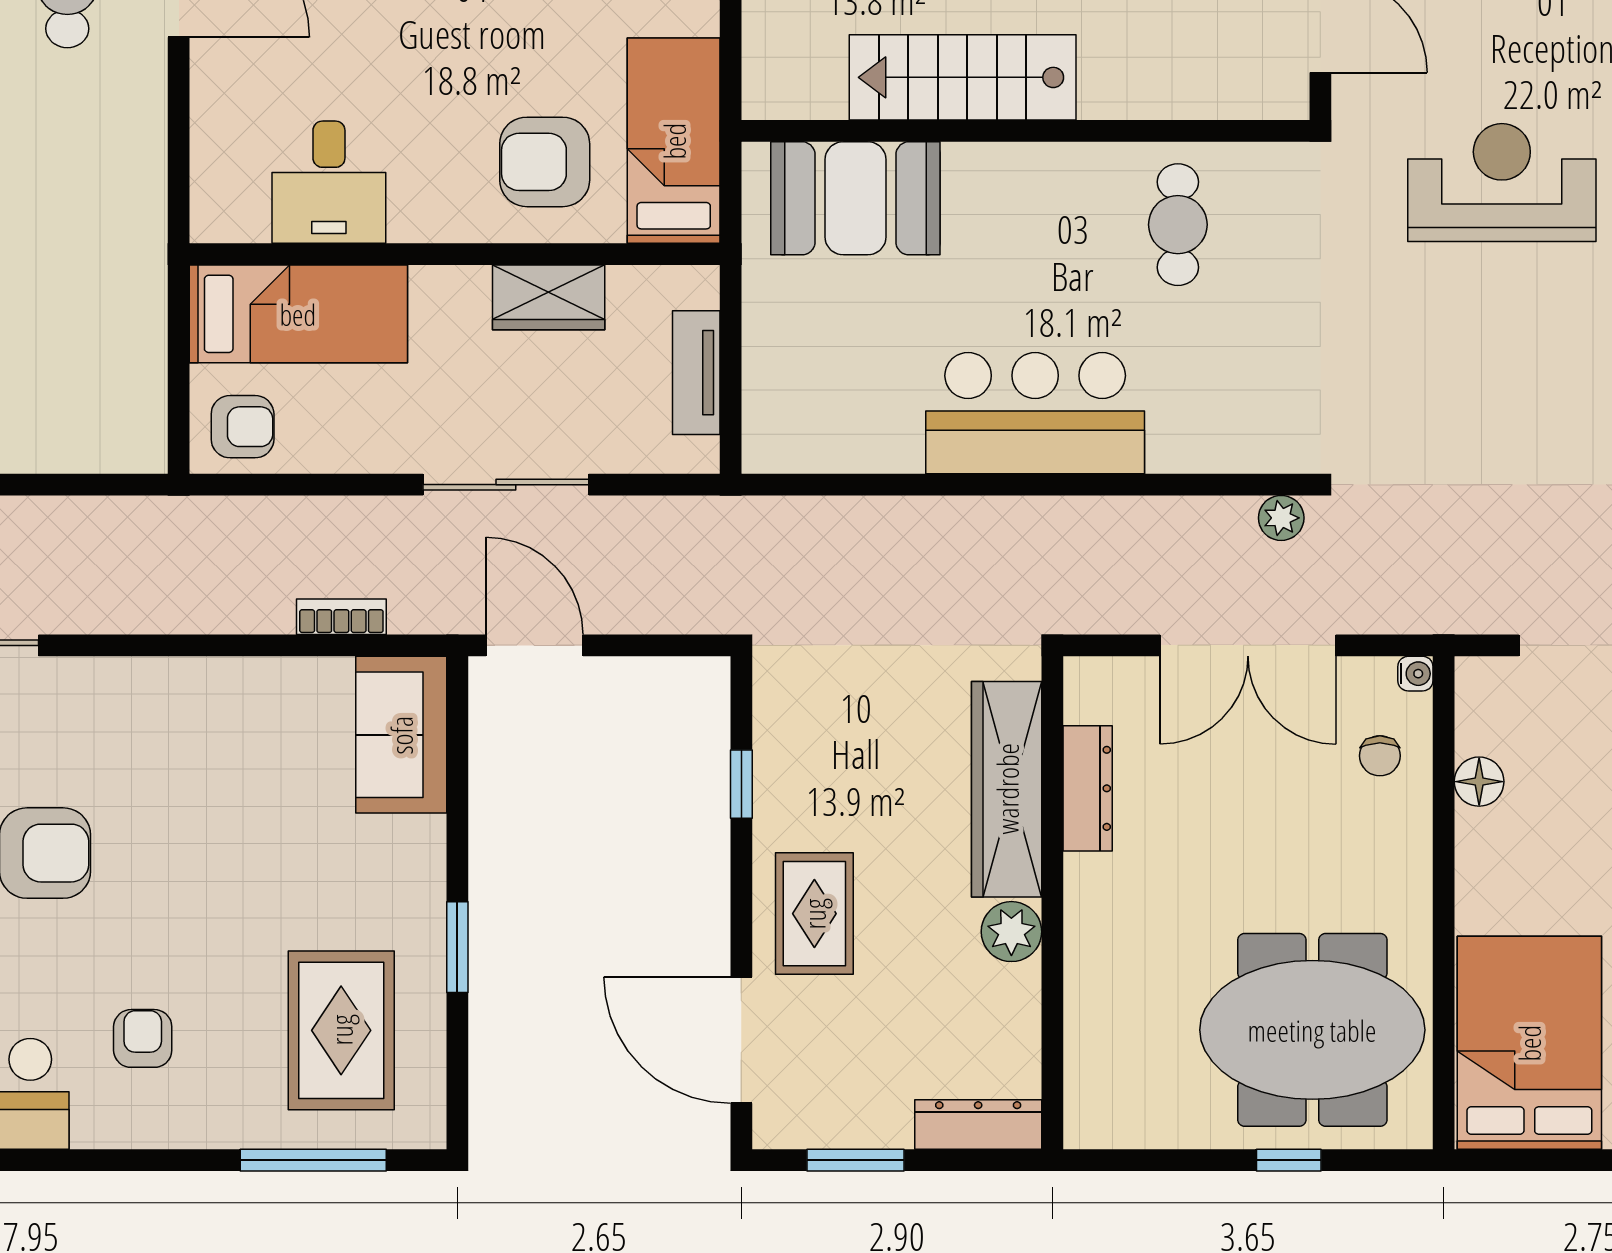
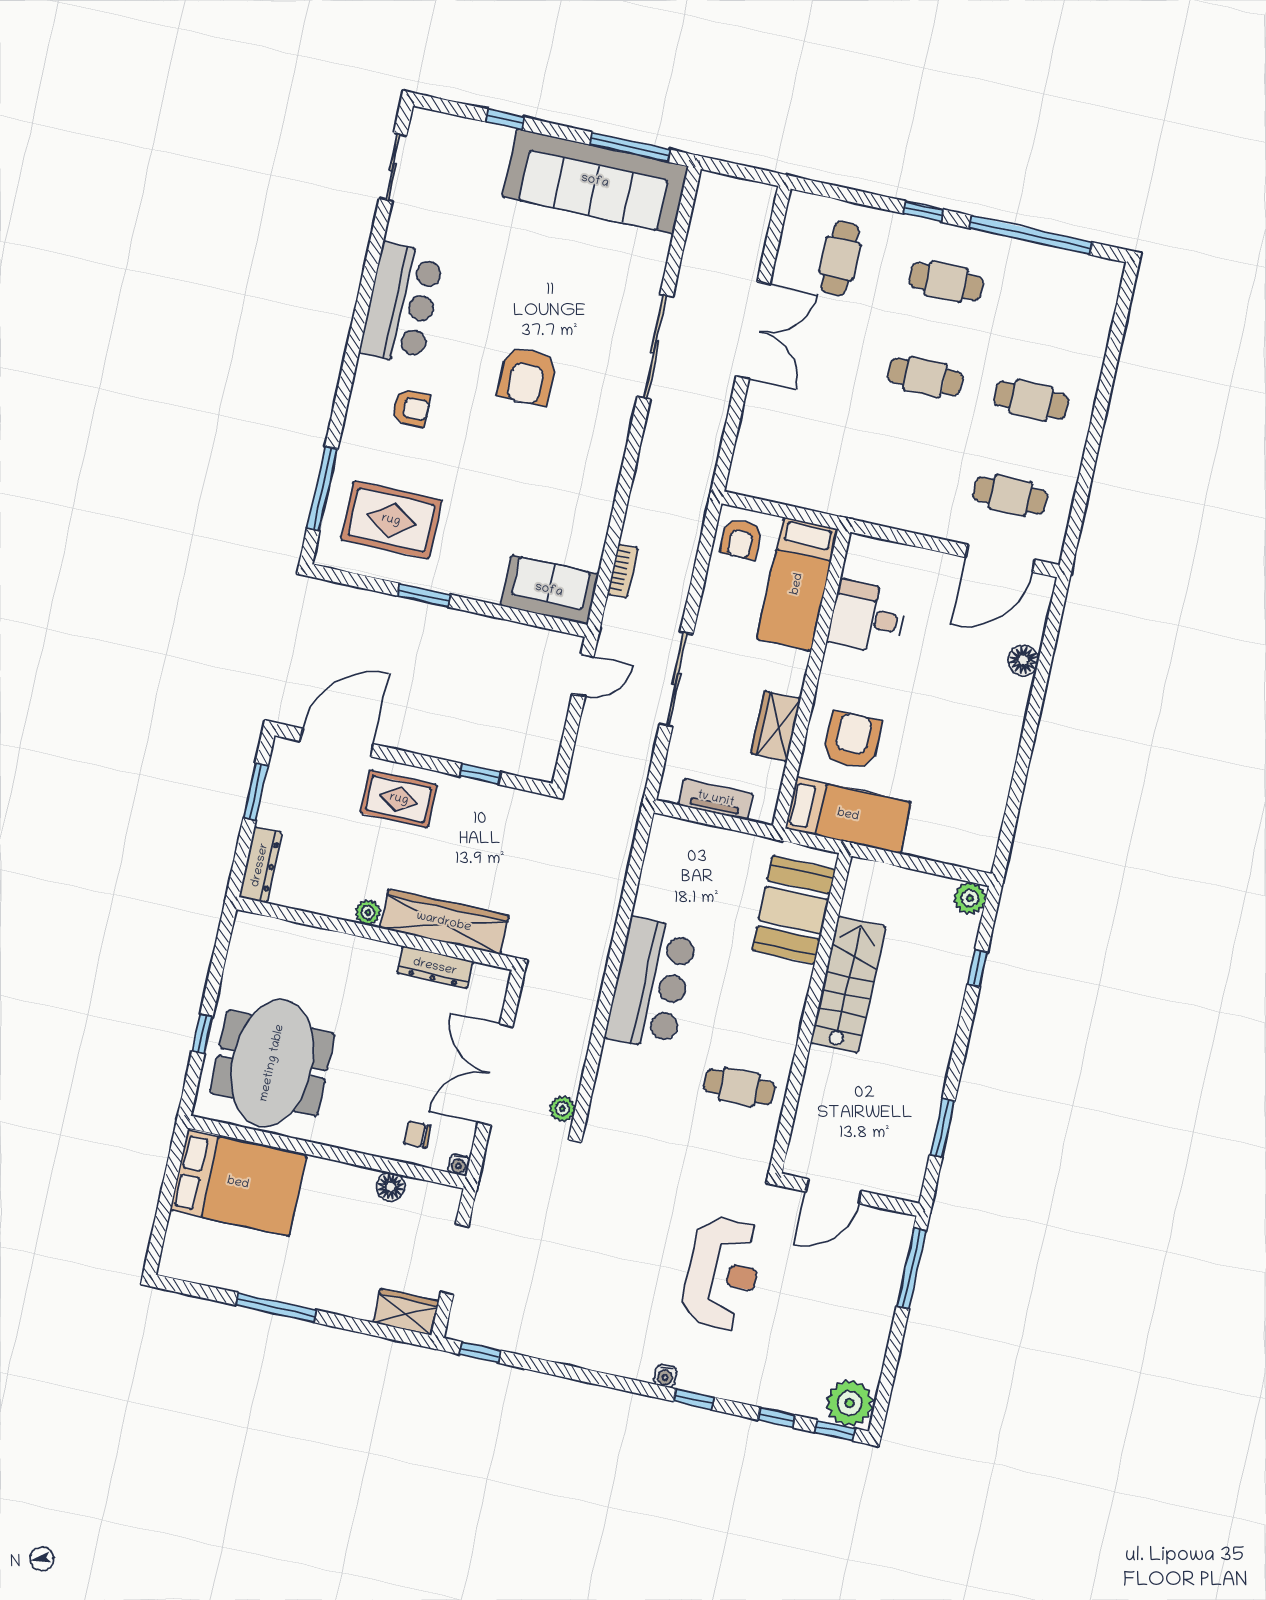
door: (535, 645) -> (583, 675), width x0.73
plant: (1011, 932) -> (368, 913), width x0.73, depth x0.73

